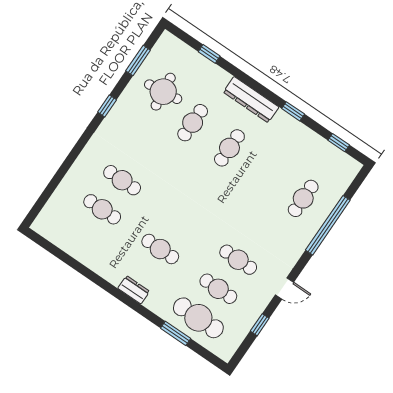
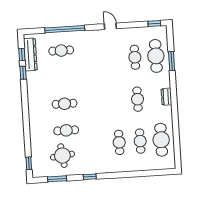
window: (209, 54) -> (29, 163), moved
dresser: (251, 100) -> (30, 54), moved
window: (293, 111) -> (23, 73), moved
cafe table: (238, 260) -> (161, 140), moved, width x1.37, depth x1.35
window: (260, 325) -> (154, 23), moved

